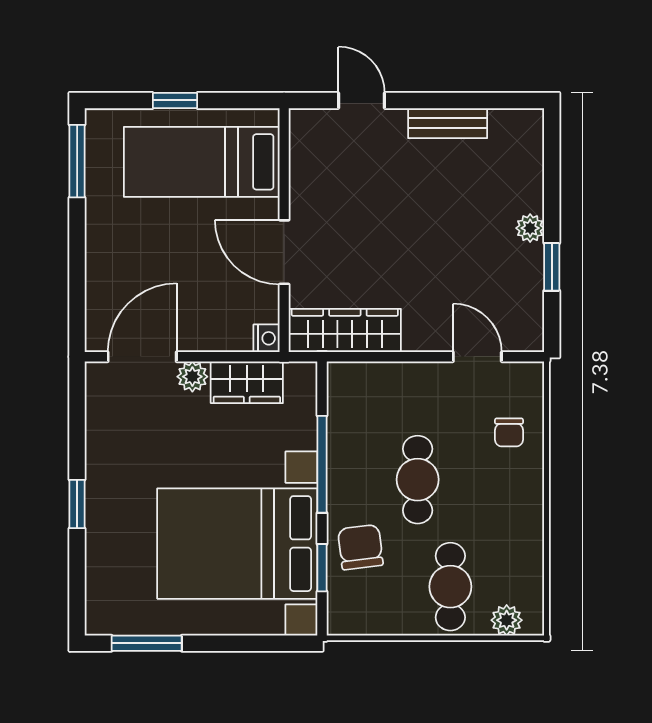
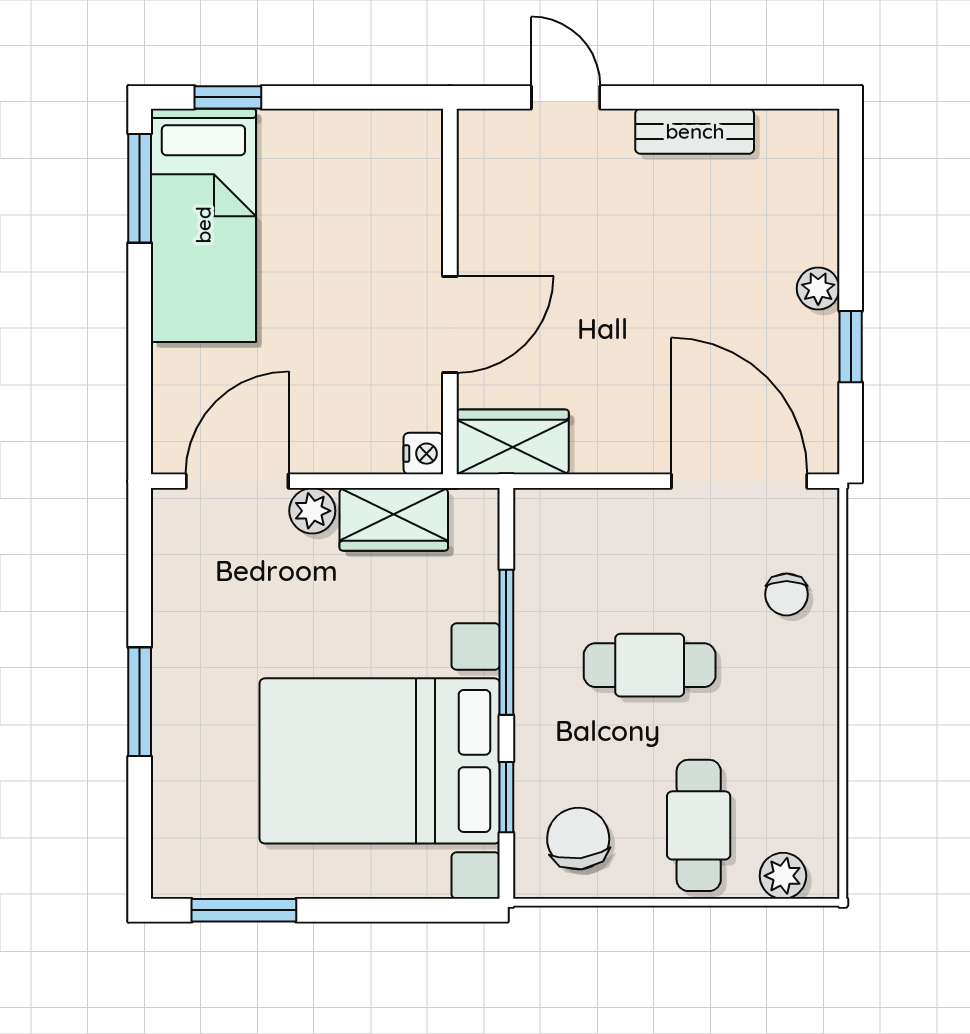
window: (175, 100) -> (228, 97), moved
bed: (202, 162) -> (203, 225), moved, turned -90
door: (284, 252) -> (450, 324), swing flipped
wardrobe: (345, 331) -> (513, 442), width x0.67
door: (477, 357) -> (739, 481), width x1.87
cafe table: (418, 480) -> (650, 665), turned 90
window: (77, 504) -> (140, 702), width x1.50
chair: (360, 547) -> (578, 839), moved

